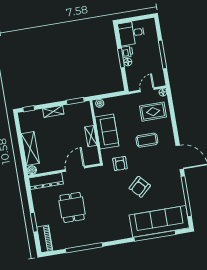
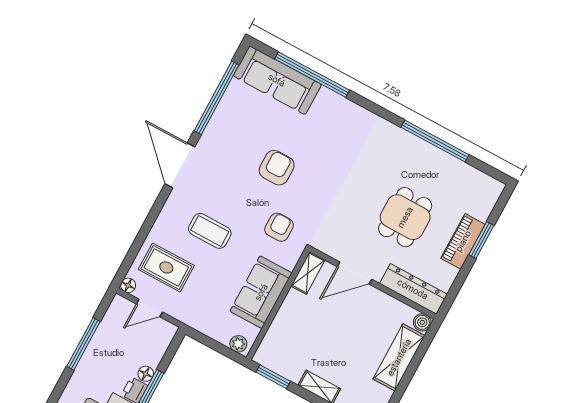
shelving: (91, 136) -> (308, 273), moved
armchair: (140, 187) -> (277, 168), turned -47
sofa: (159, 221) -> (277, 80), width x0.74, depth x0.79
piano: (45, 239) -> (463, 241), moved

